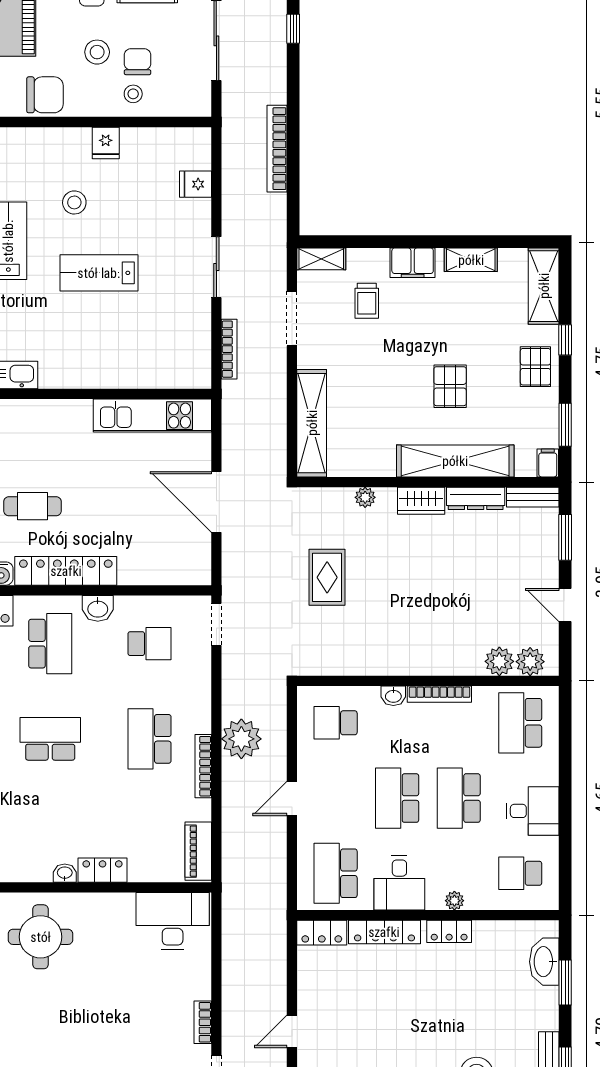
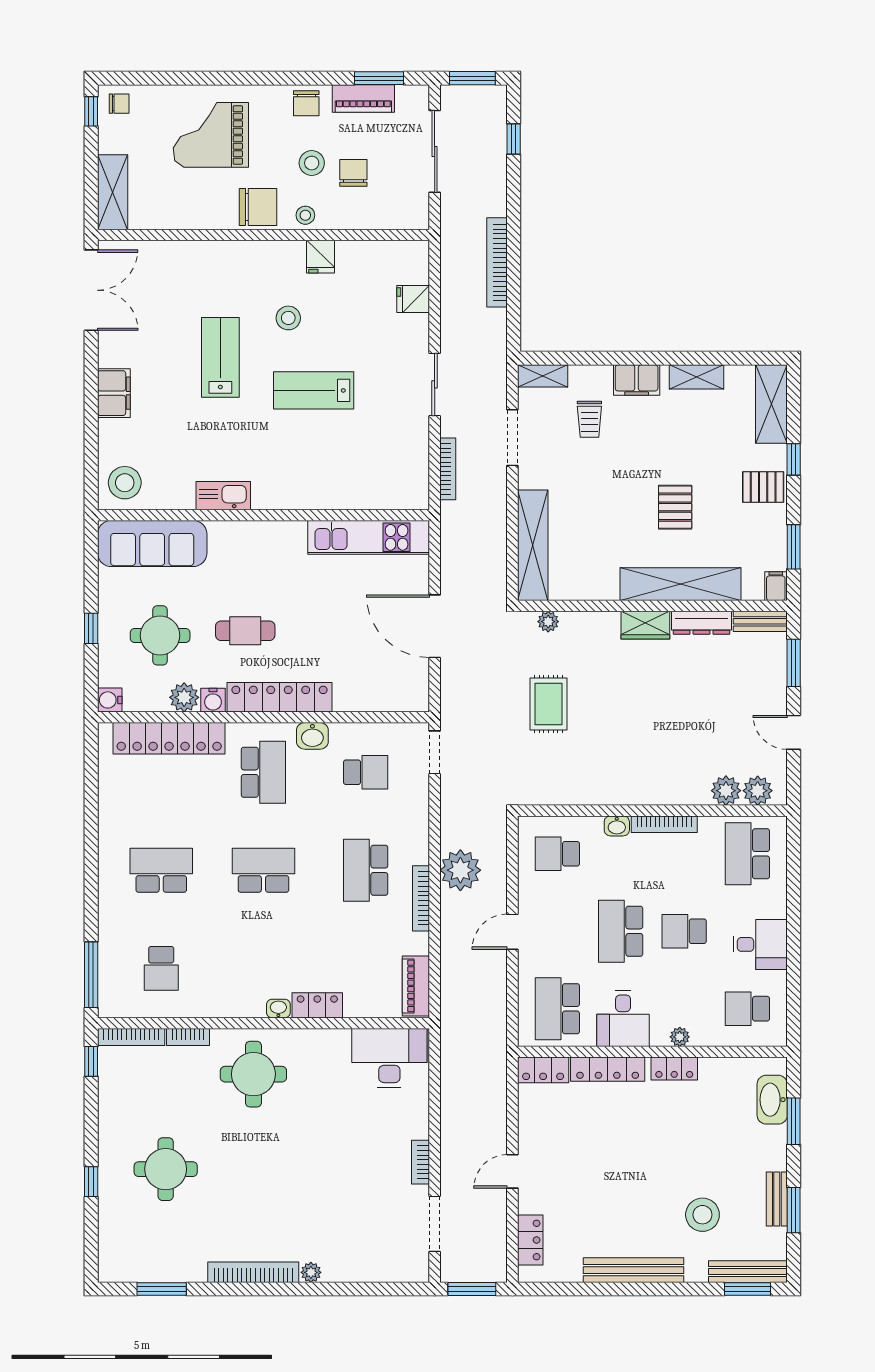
stool: (133, 94) -> (305, 215), moved
pallet: (535, 367) -> (763, 487), turned 90
plant: (365, 497) -> (548, 622), moved
school desk: (459, 798) -> (684, 931), width x0.54

